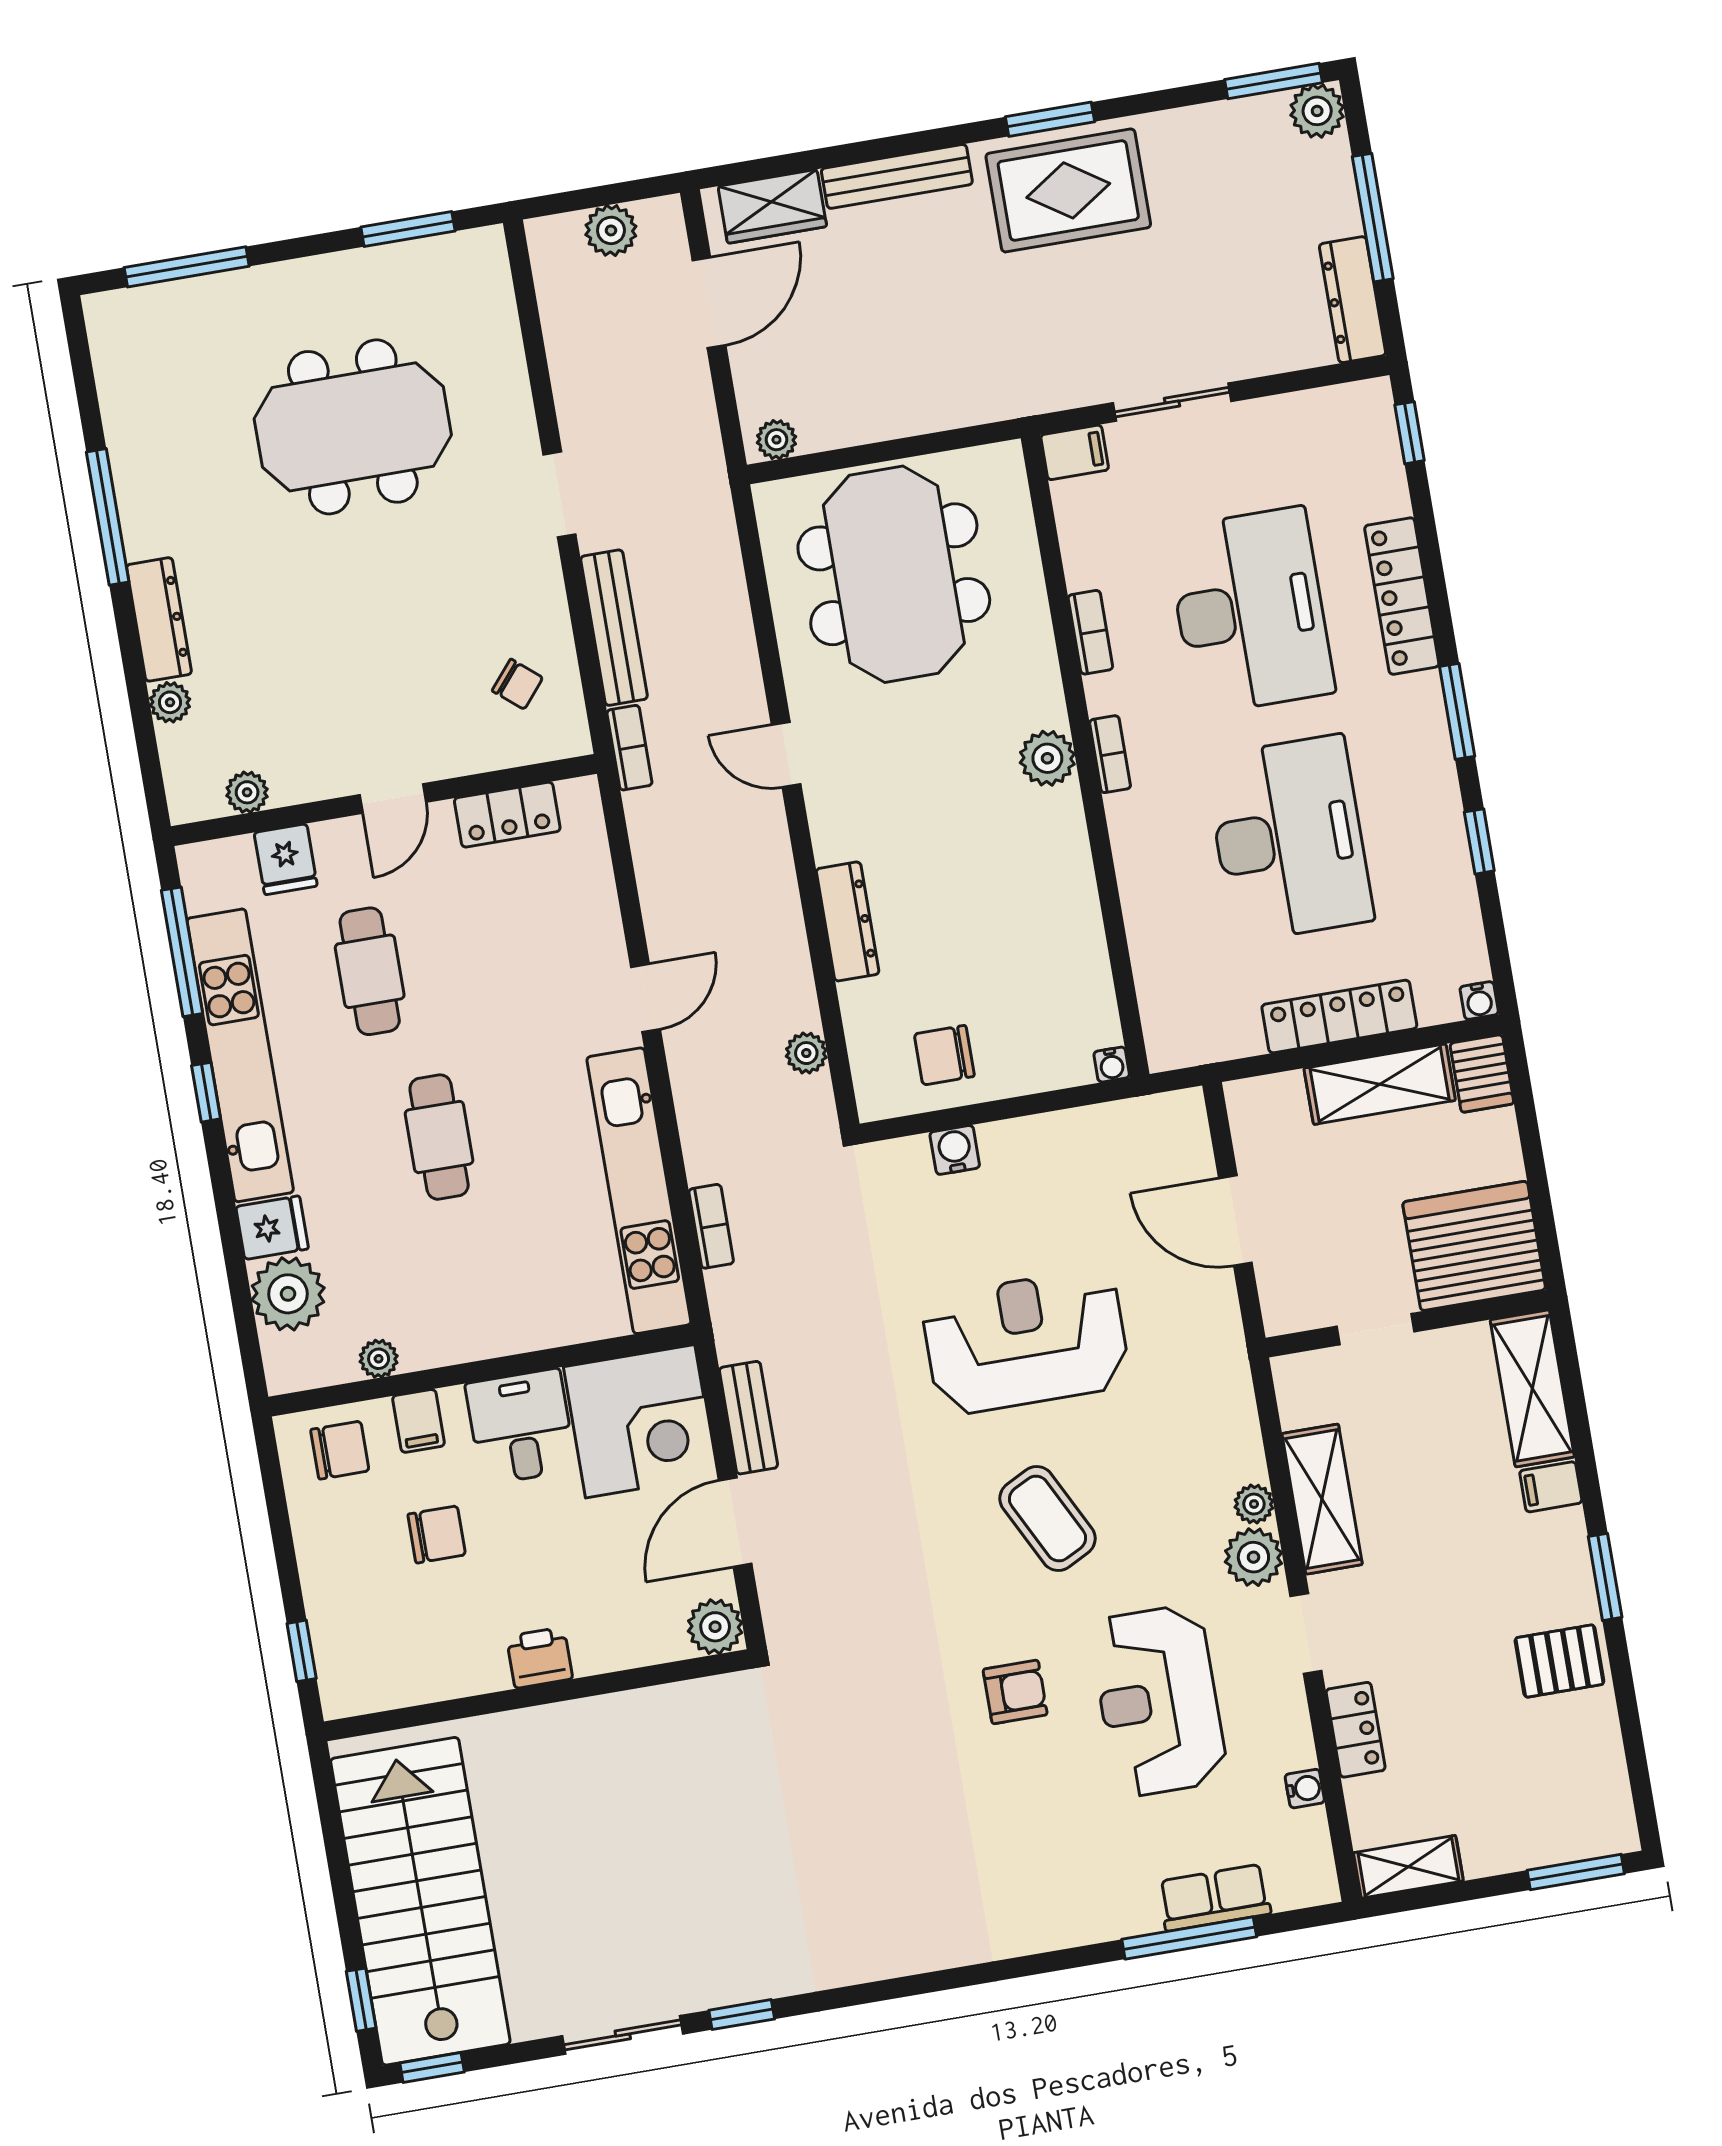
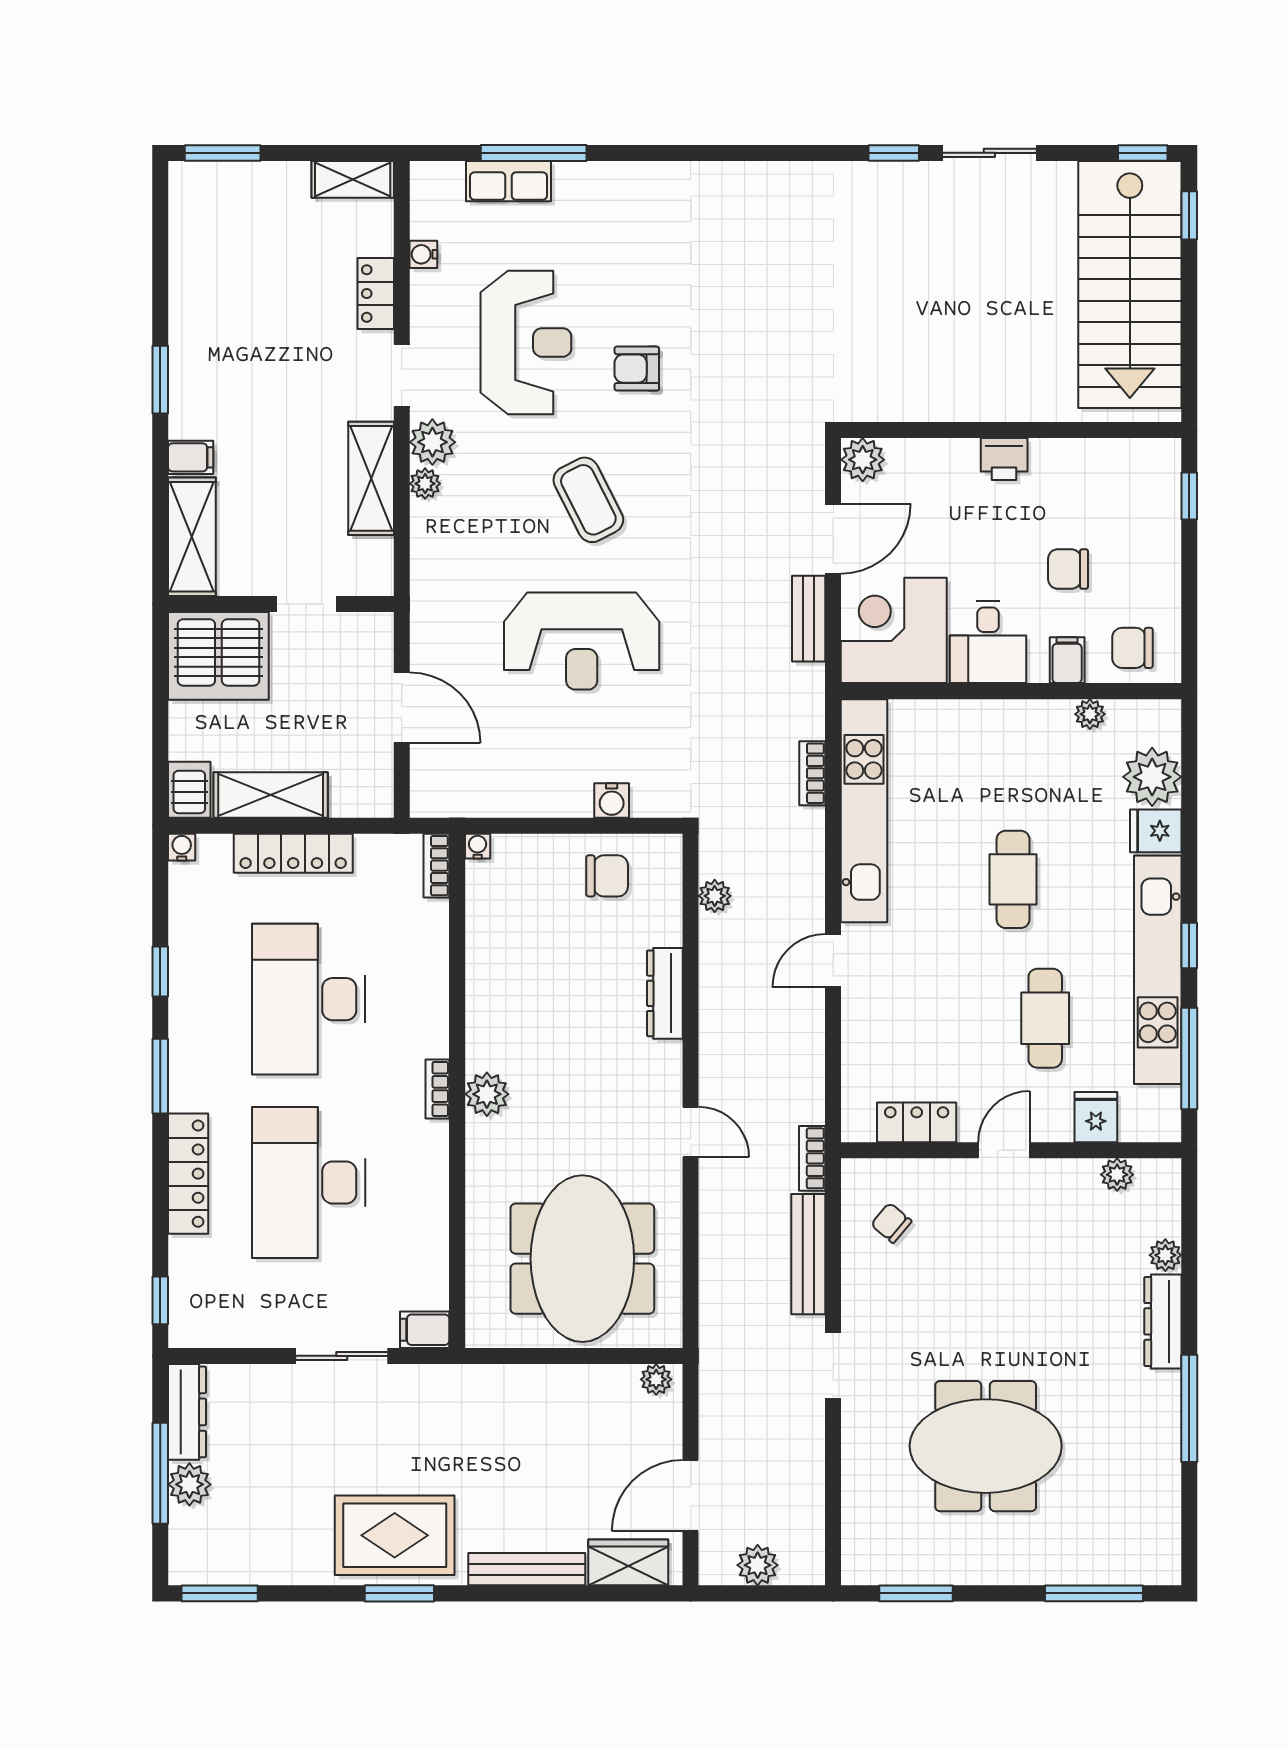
plant: (1317, 111) -> (189, 1484), moved
bookcase: (1090, 632) -> (436, 866), moved
pallet: (1559, 1661) -> (207, 320), removed

